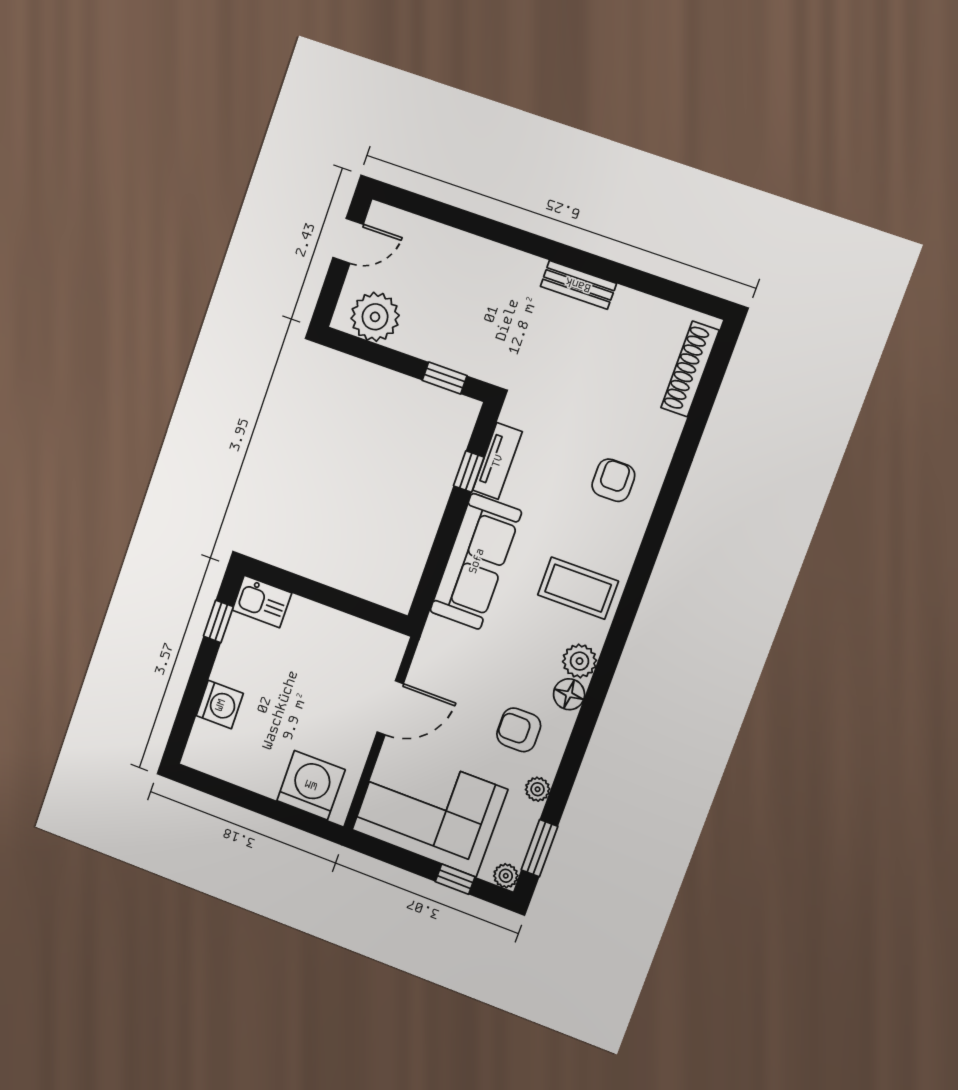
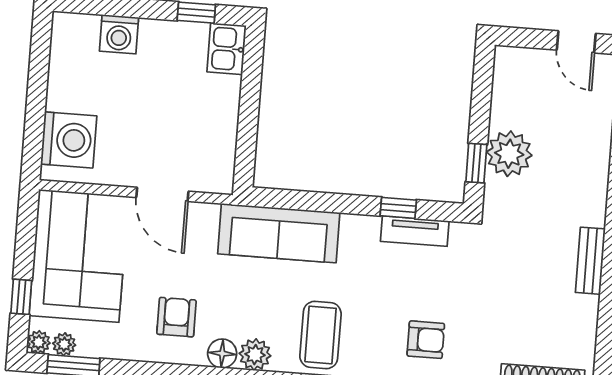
plant: (375, 317) -> (509, 154), moved
sofa: (476, 561) -> (279, 233), moved
plant: (538, 789) -> (64, 344), moved

